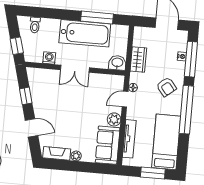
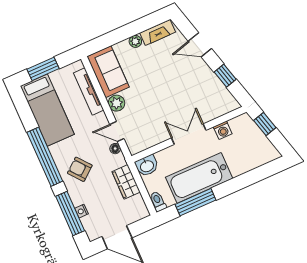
toilet: (35, 25) -> (158, 201), moved
door: (125, 99) -> (117, 131), swing flipped

